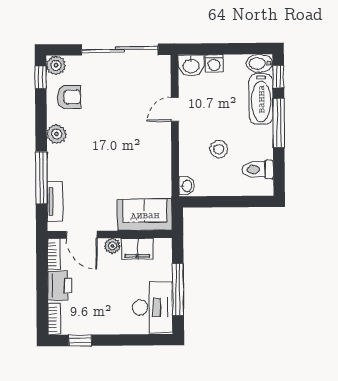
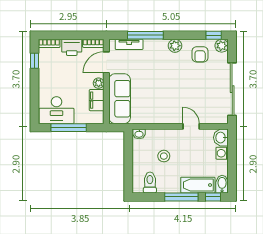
sofa: (145, 215) -> (120, 99), width x1.36

